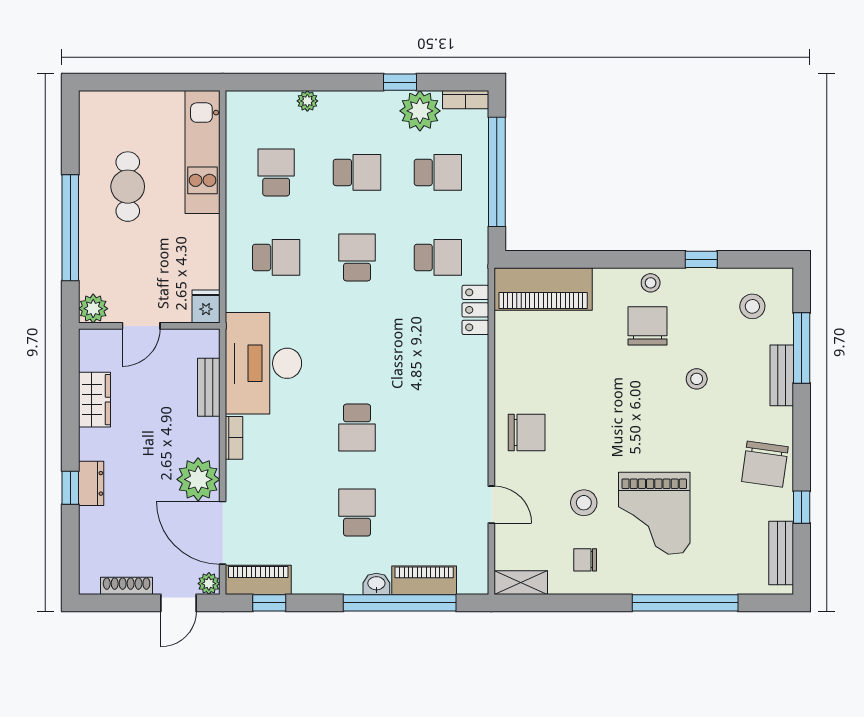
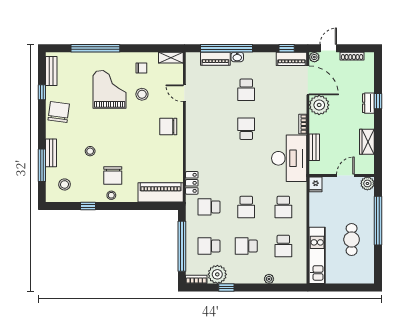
school desk: (276, 257) -> (283, 207), turned -90

